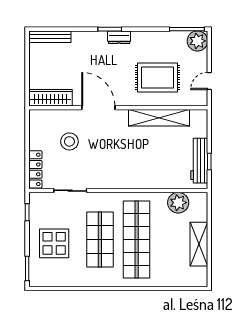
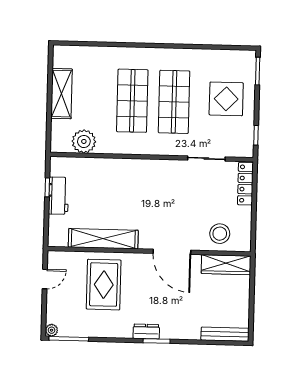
plant: (197, 41) -> (52, 330), width x0.53, depth x0.53
rug: (158, 77) -> (104, 285), turned 90
stool: (69, 141) -> (220, 234), moved
workbench: (199, 161) -> (58, 196), width x0.73
shop shelf: (137, 240) -> (132, 101), width x0.71

